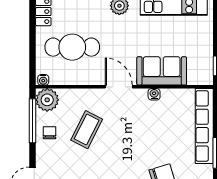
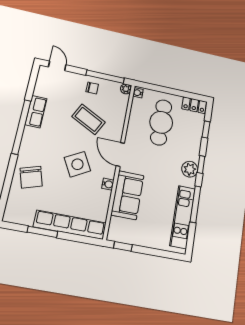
door: (119, 87) -> (120, 154), swing flipped
plant: (47, 100) -> (126, 89), width x0.53, depth x0.53
side table: (139, 131) -> (77, 164), added

